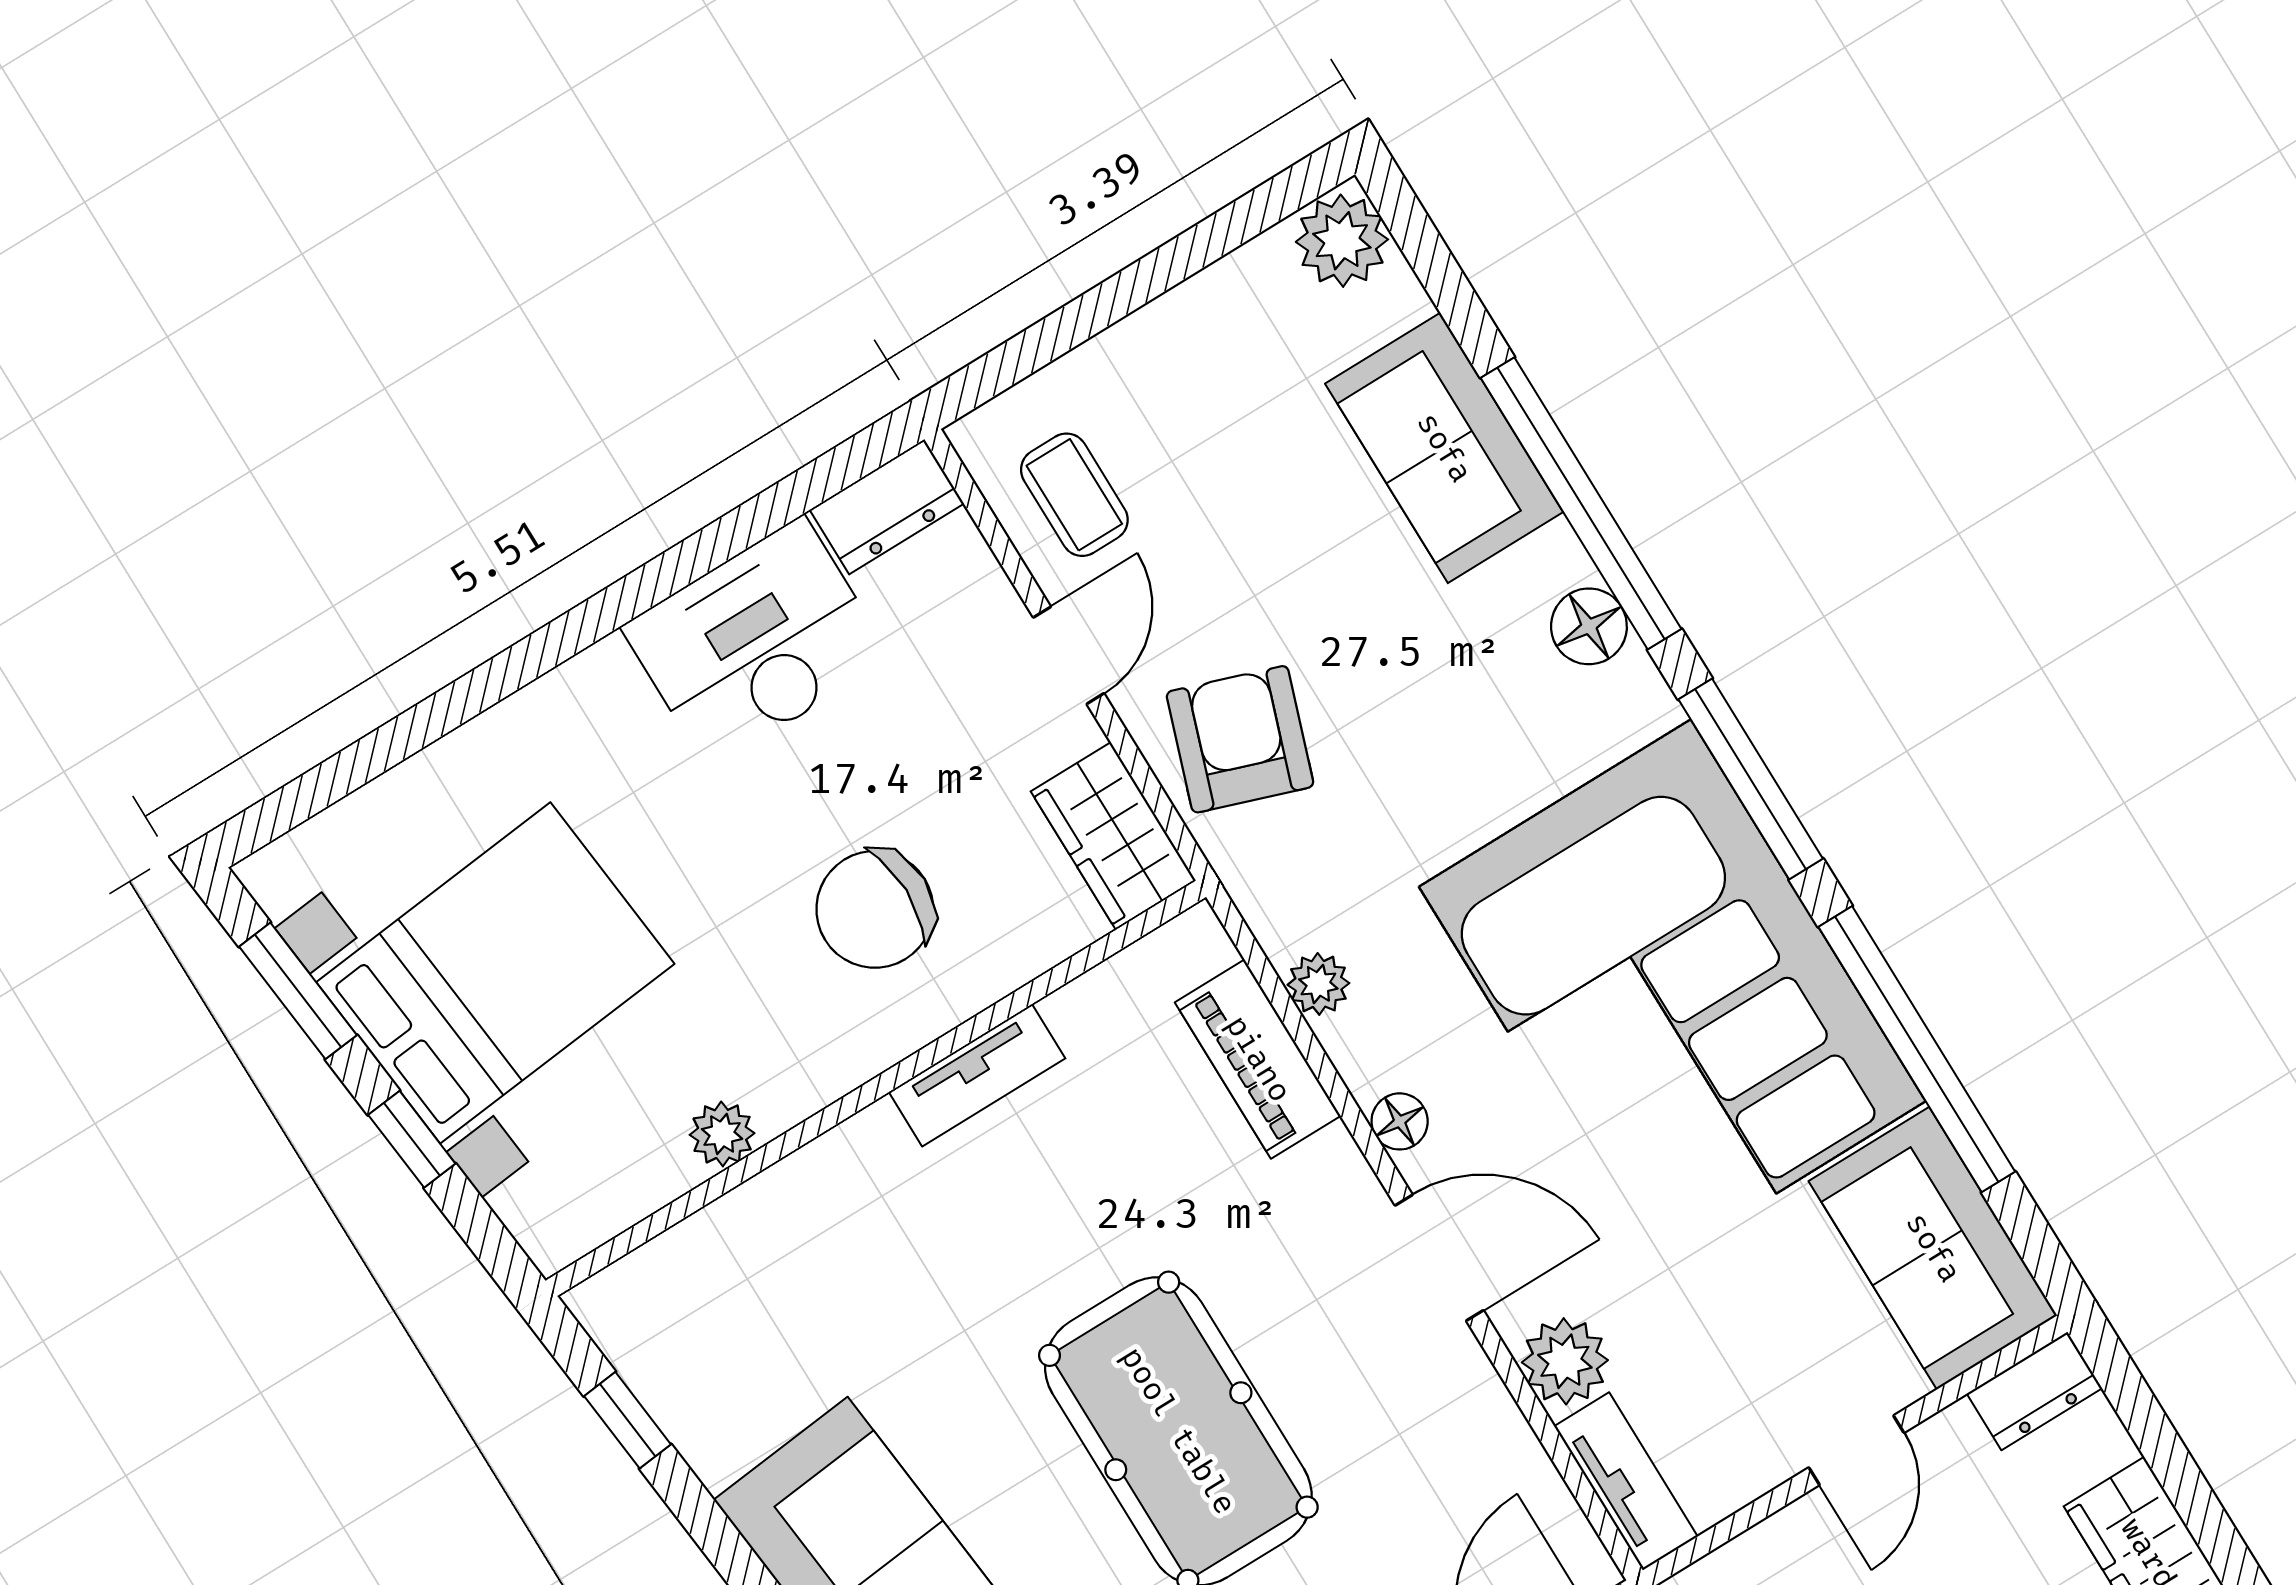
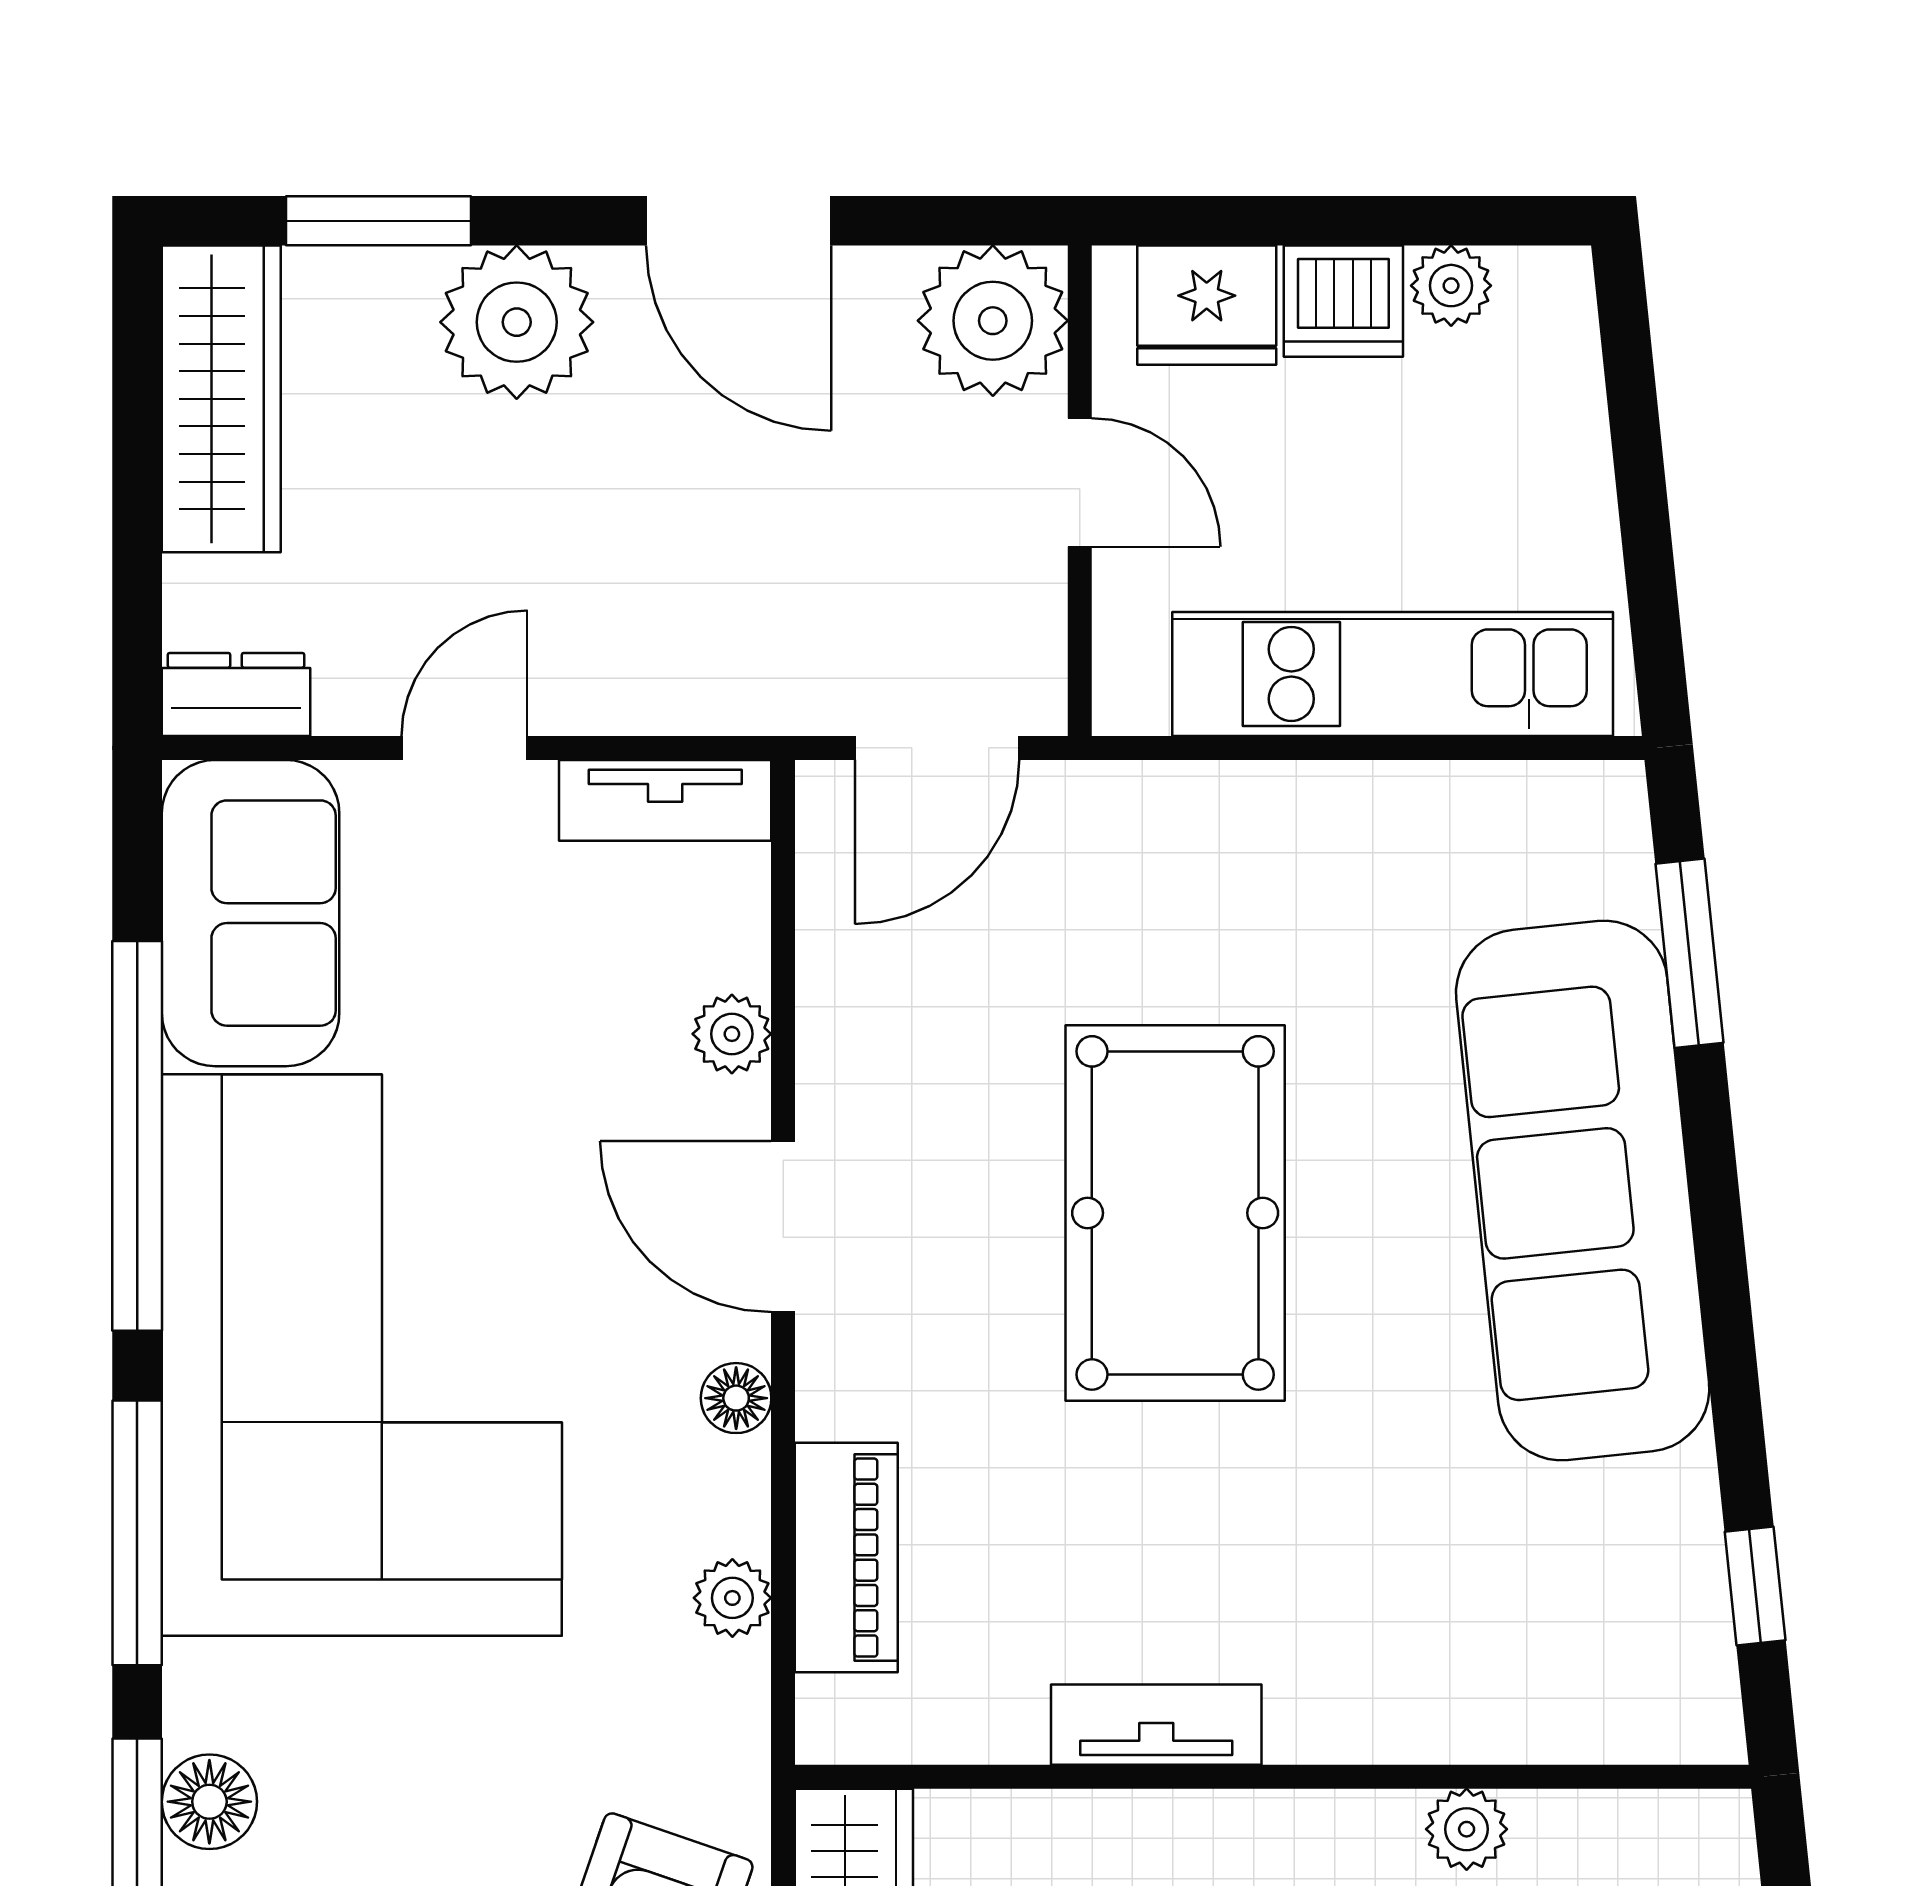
plant: (1565, 1361) -> (732, 1034), width x0.73, depth x0.73
tv unit: (1626, 1481) -> (665, 800), moved, turned -90

